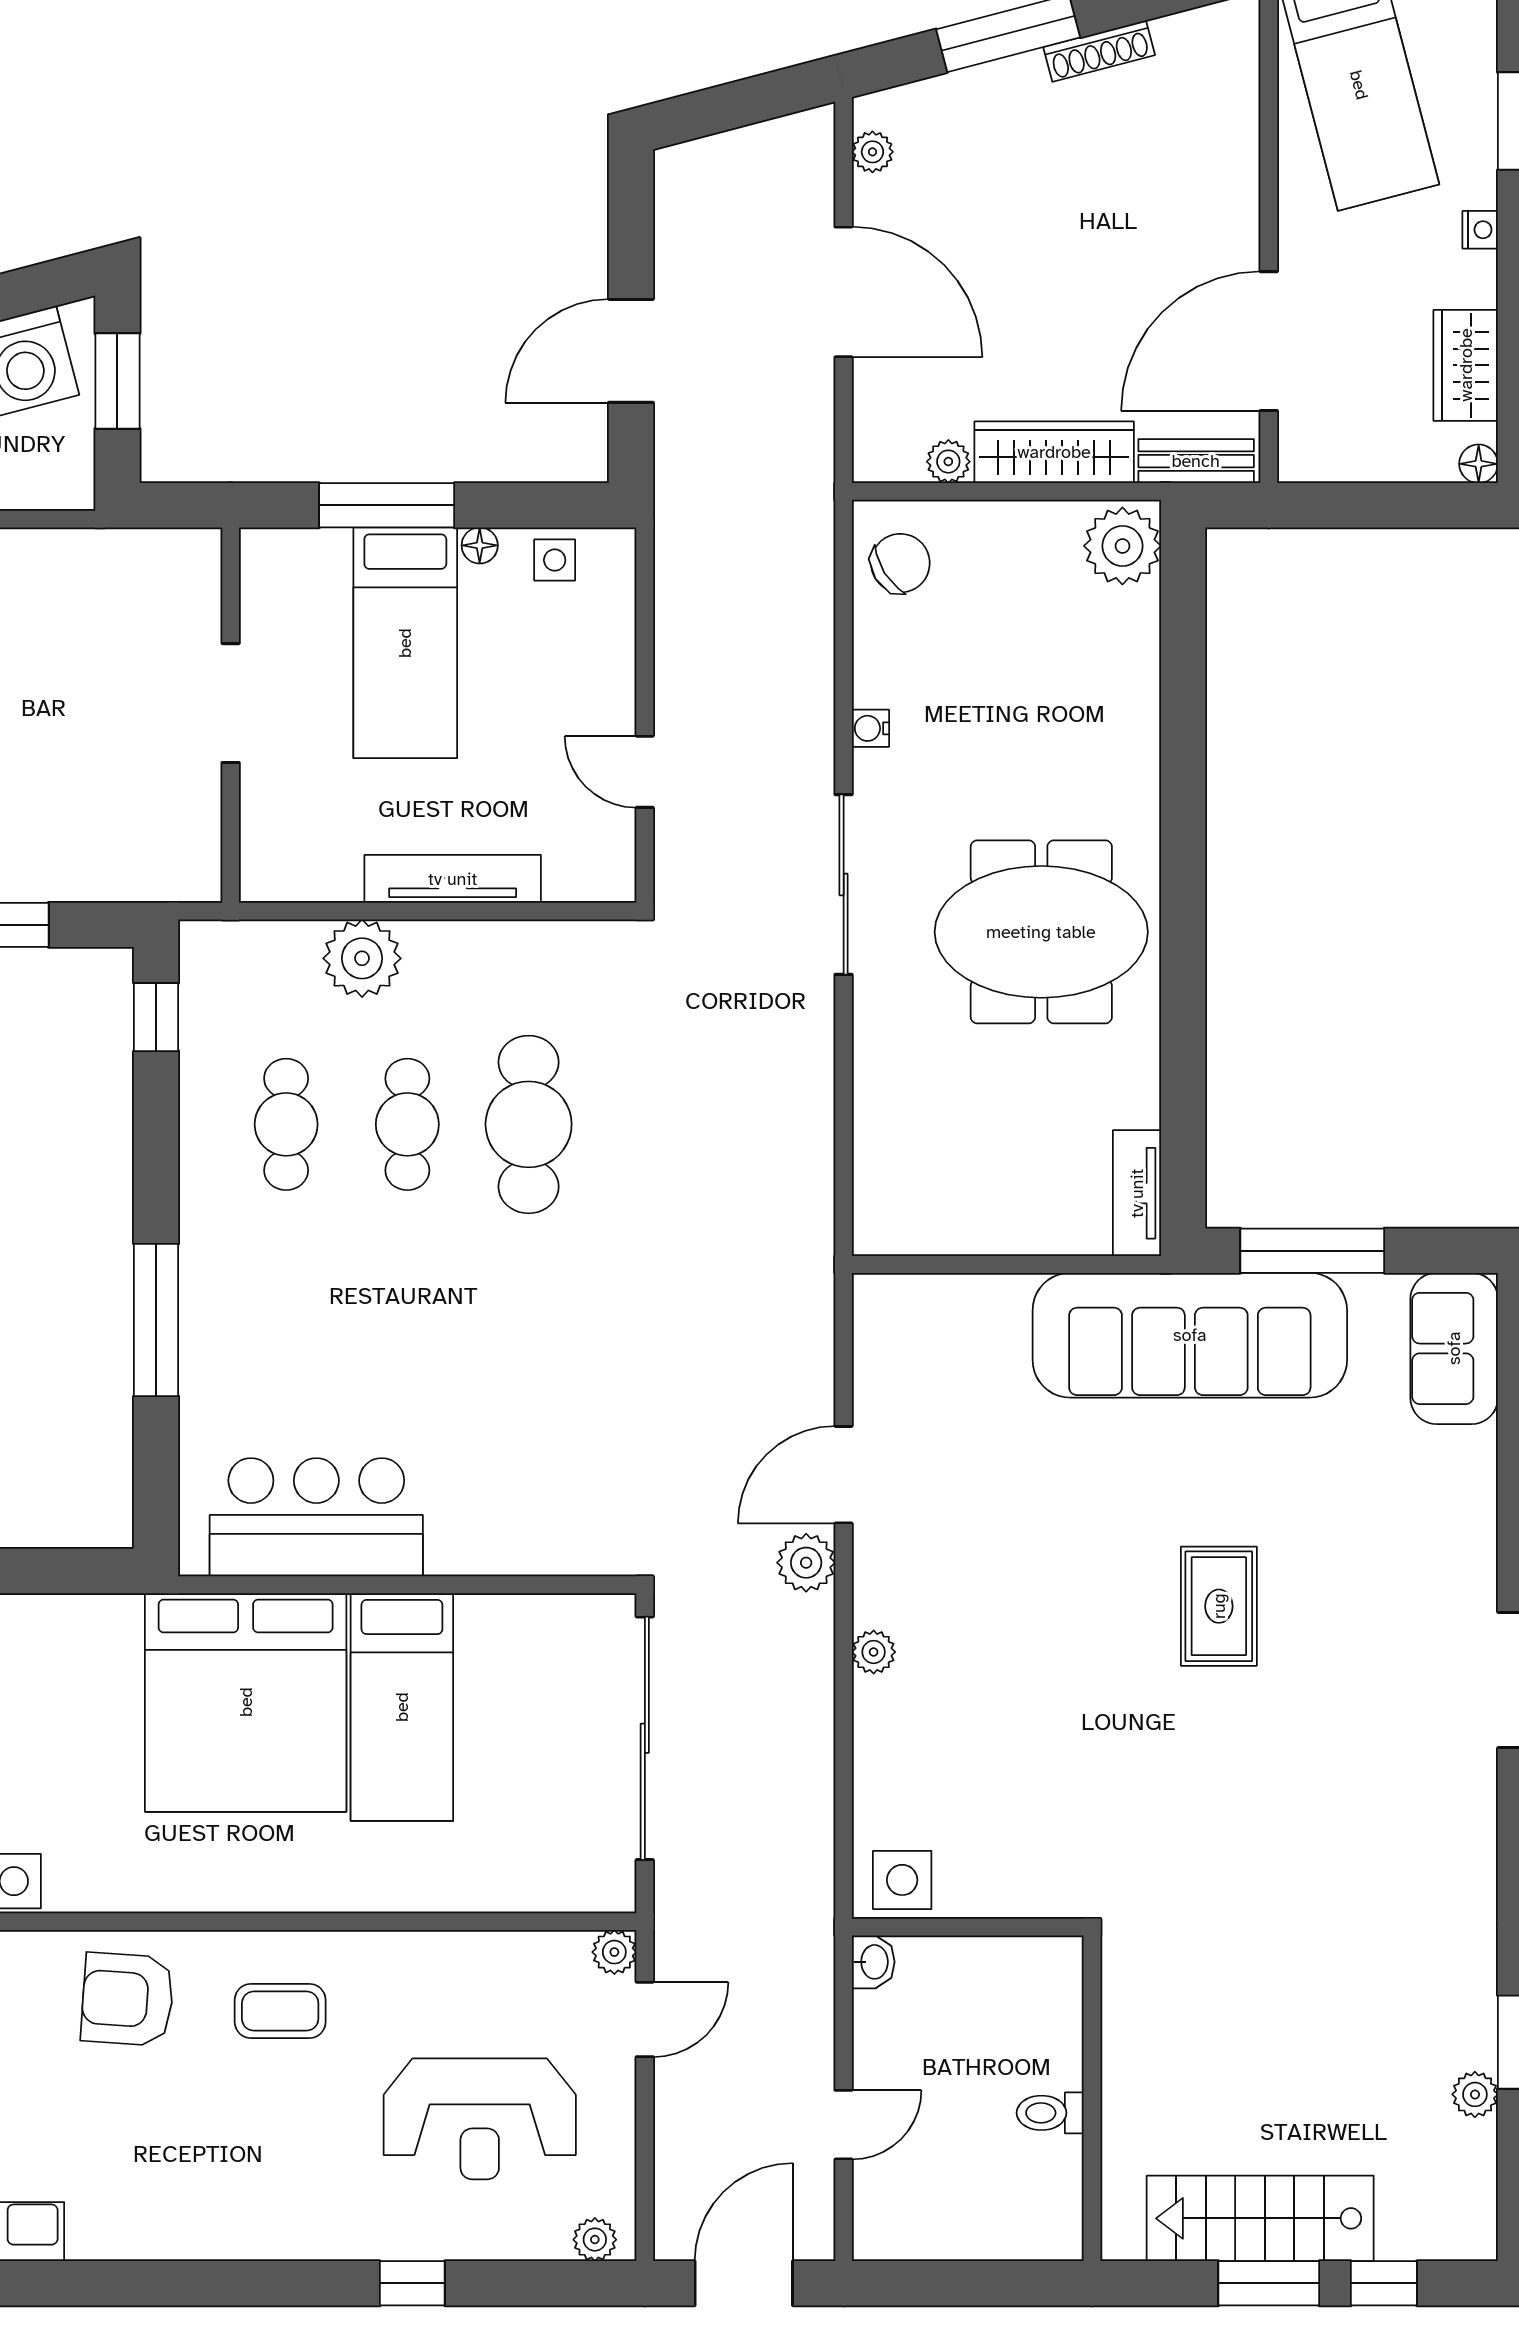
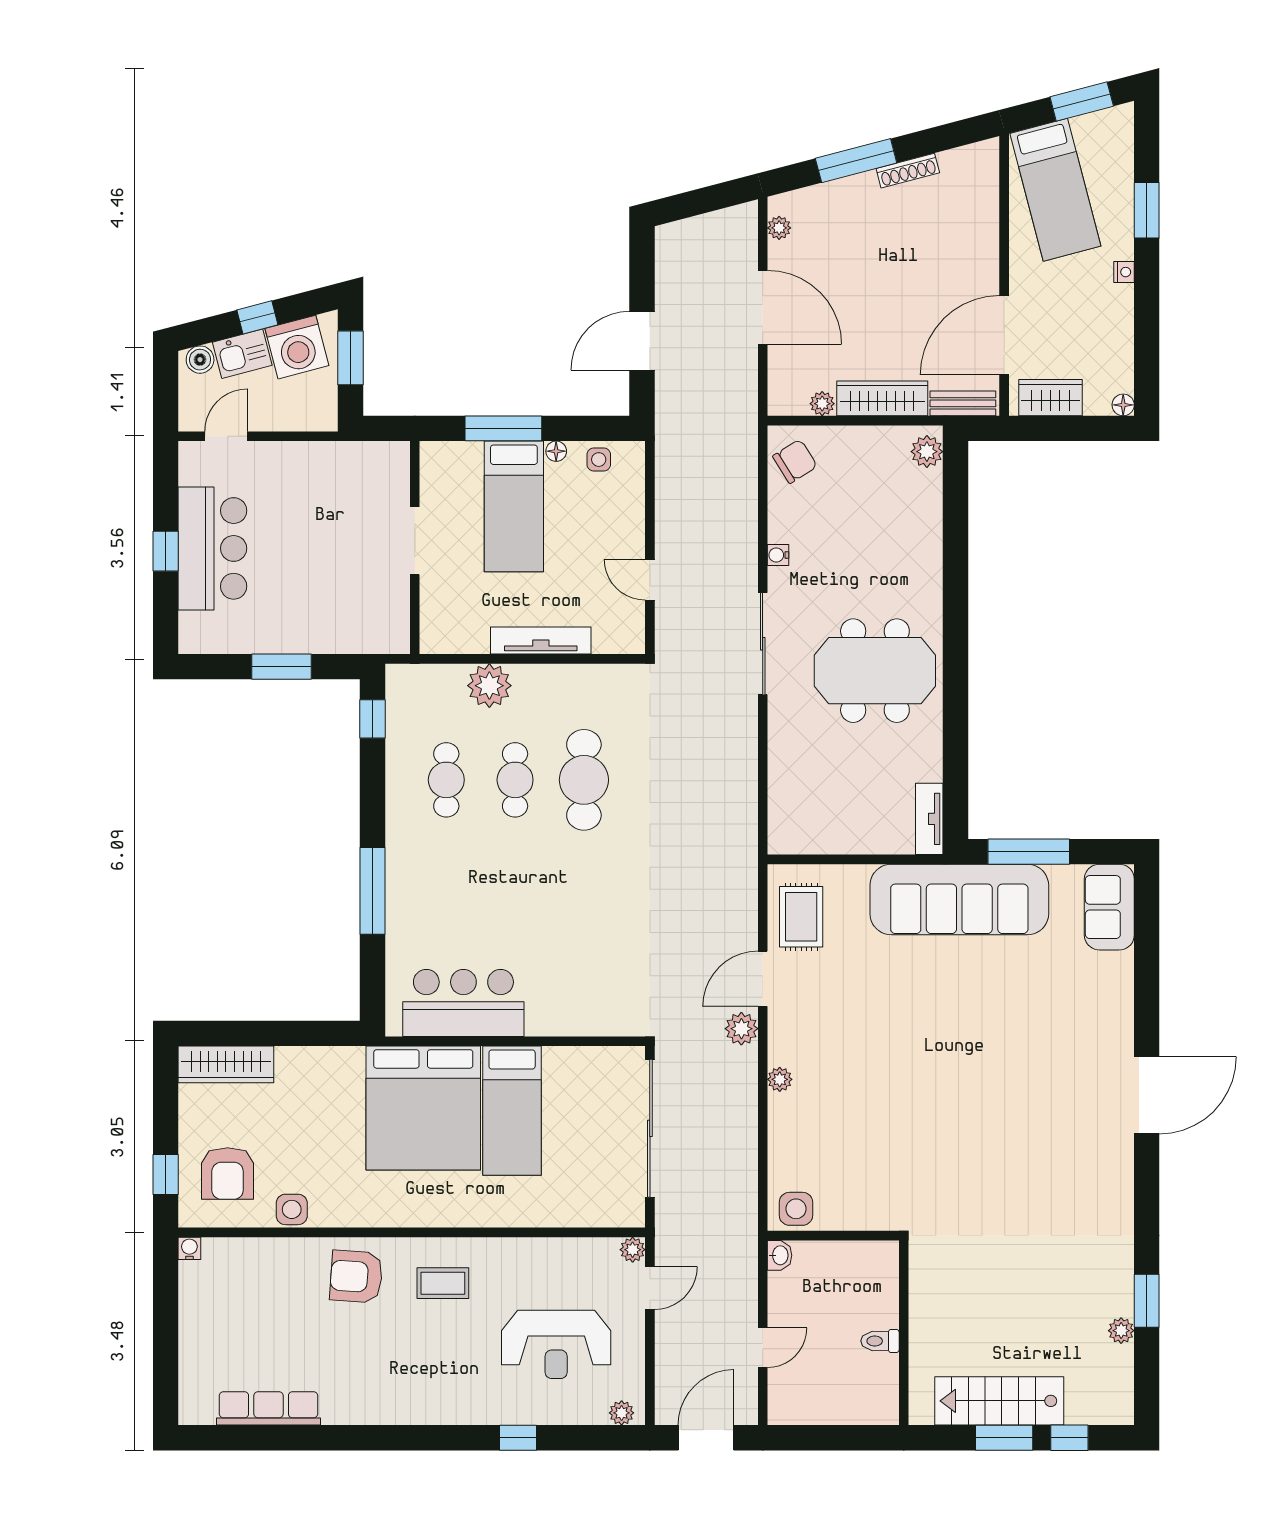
wardrobe: (1466, 365) -> (1051, 398), moved, turned 90
plant: (1122, 546) -> (927, 452), width x0.73, depth x0.73
rug: (1219, 1606) -> (801, 917), moved

